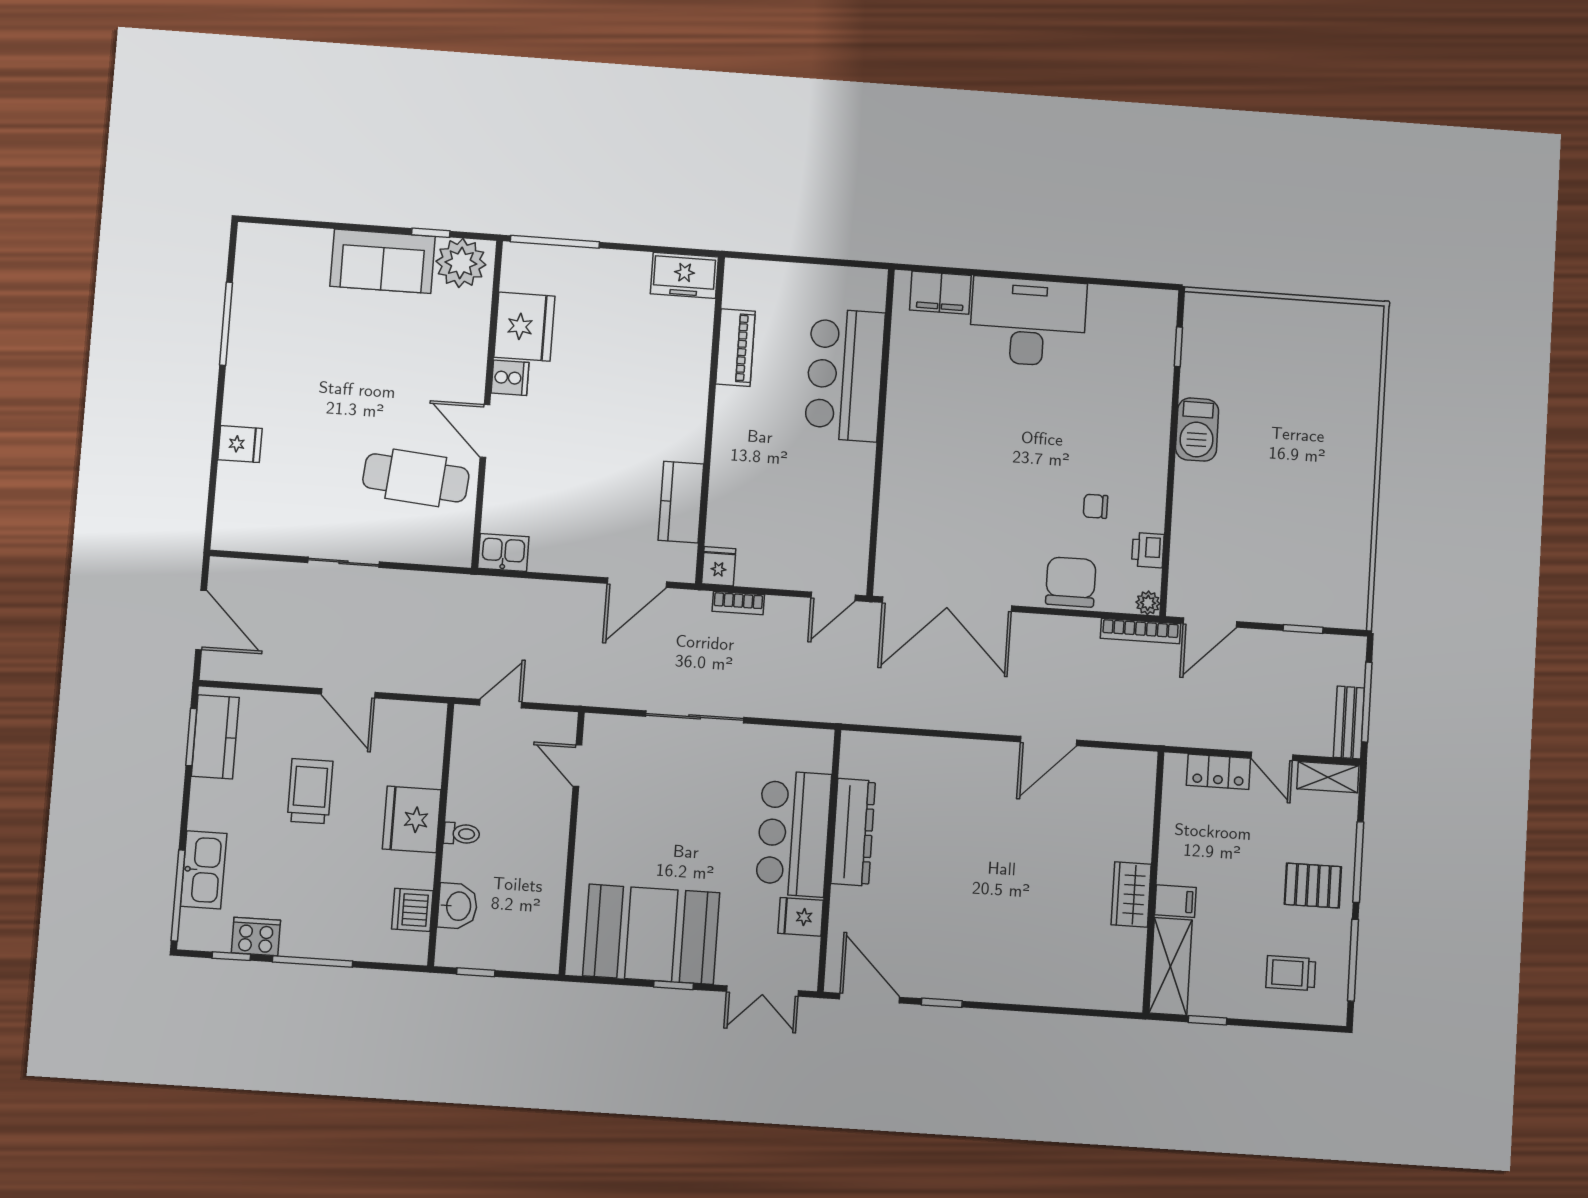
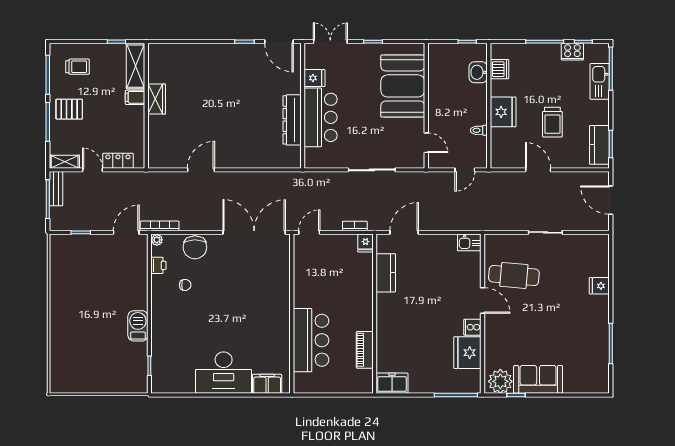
toilet: (462, 834) -> (479, 130), moved
booth: (651, 934) -> (403, 86), moved, turned 90

